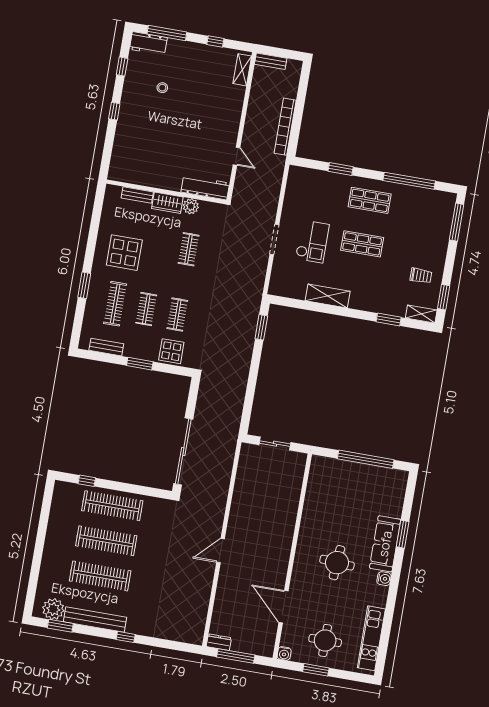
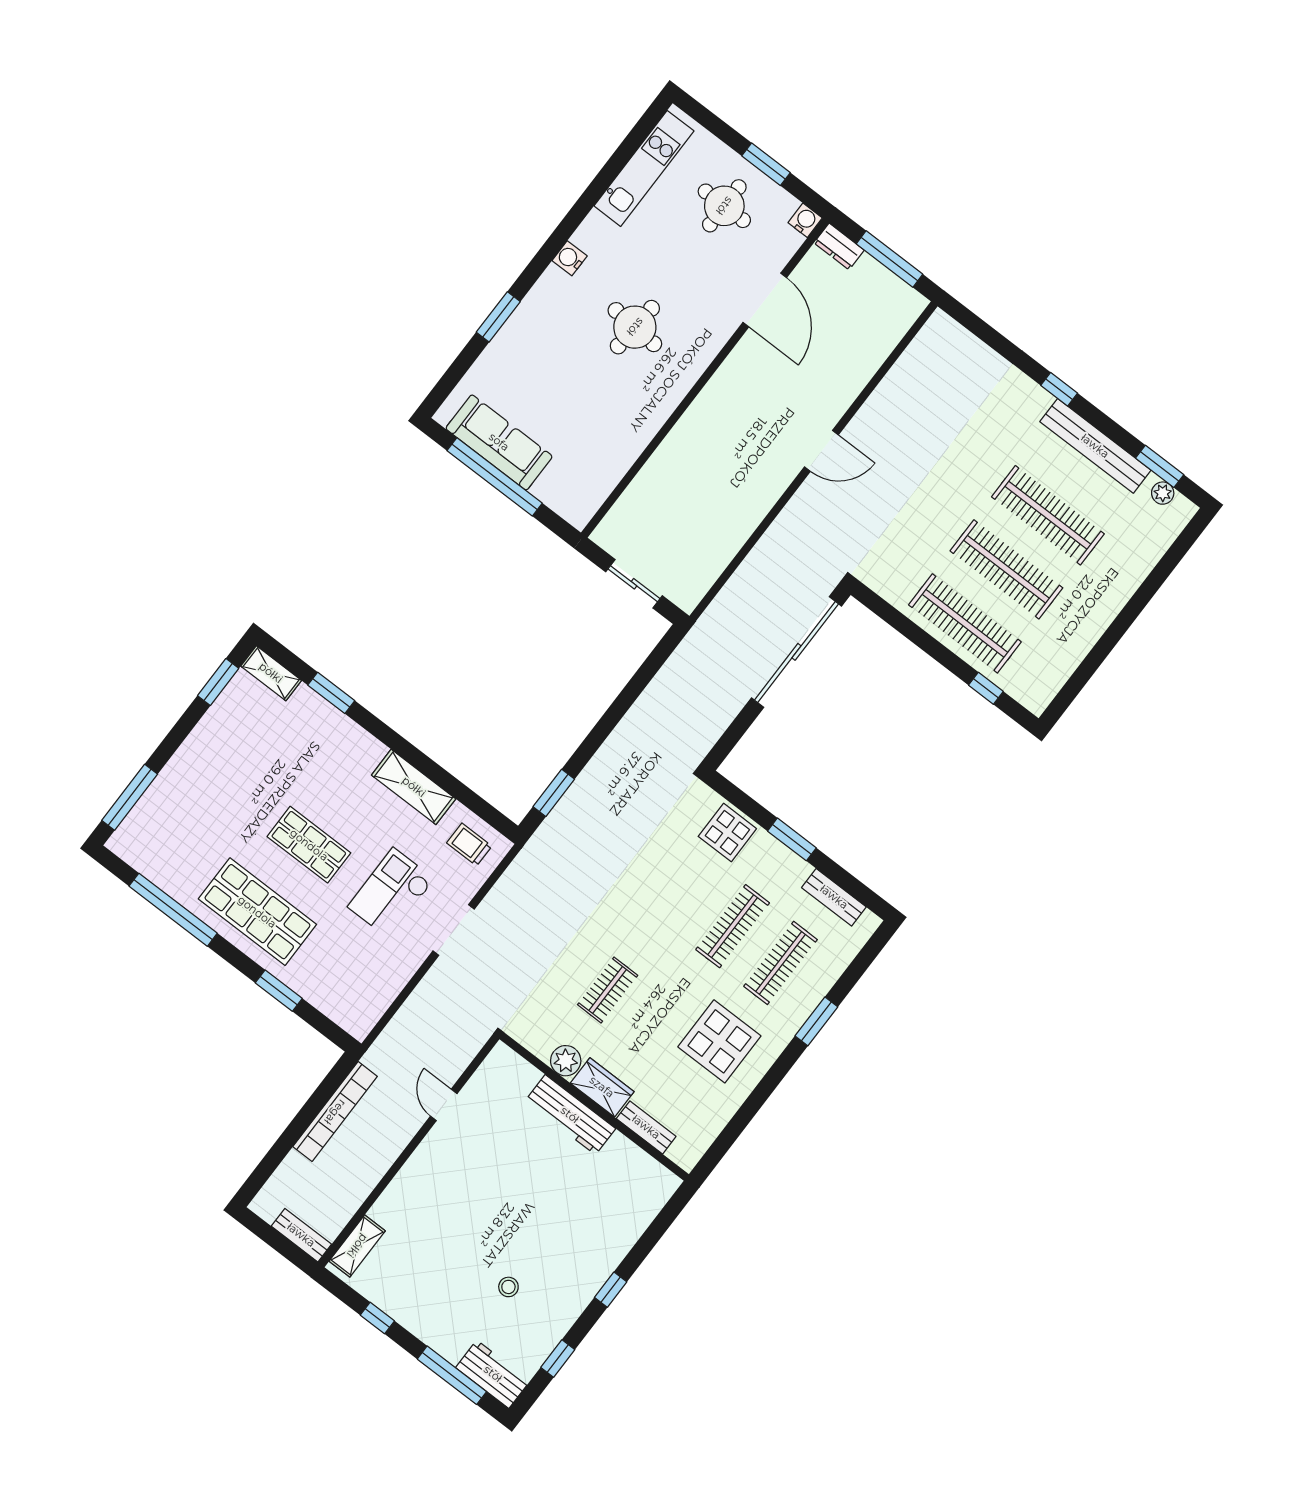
workbench: (205, 188) -> (570, 1115), moved
shop shelf: (370, 200) -> (257, 912), width x1.43, depth x1.36
trolley: (421, 276) -> (469, 844), moved
clothes rail: (146, 309) -> (733, 926), width x1.36
clothes rail: (177, 314) -> (685, 889), removed
sofa: (385, 544) -> (499, 442), moved, turned -90
plant: (53, 609) -> (1163, 493), width x0.53, depth x0.53
dresser: (219, 642) -> (839, 247), moved

